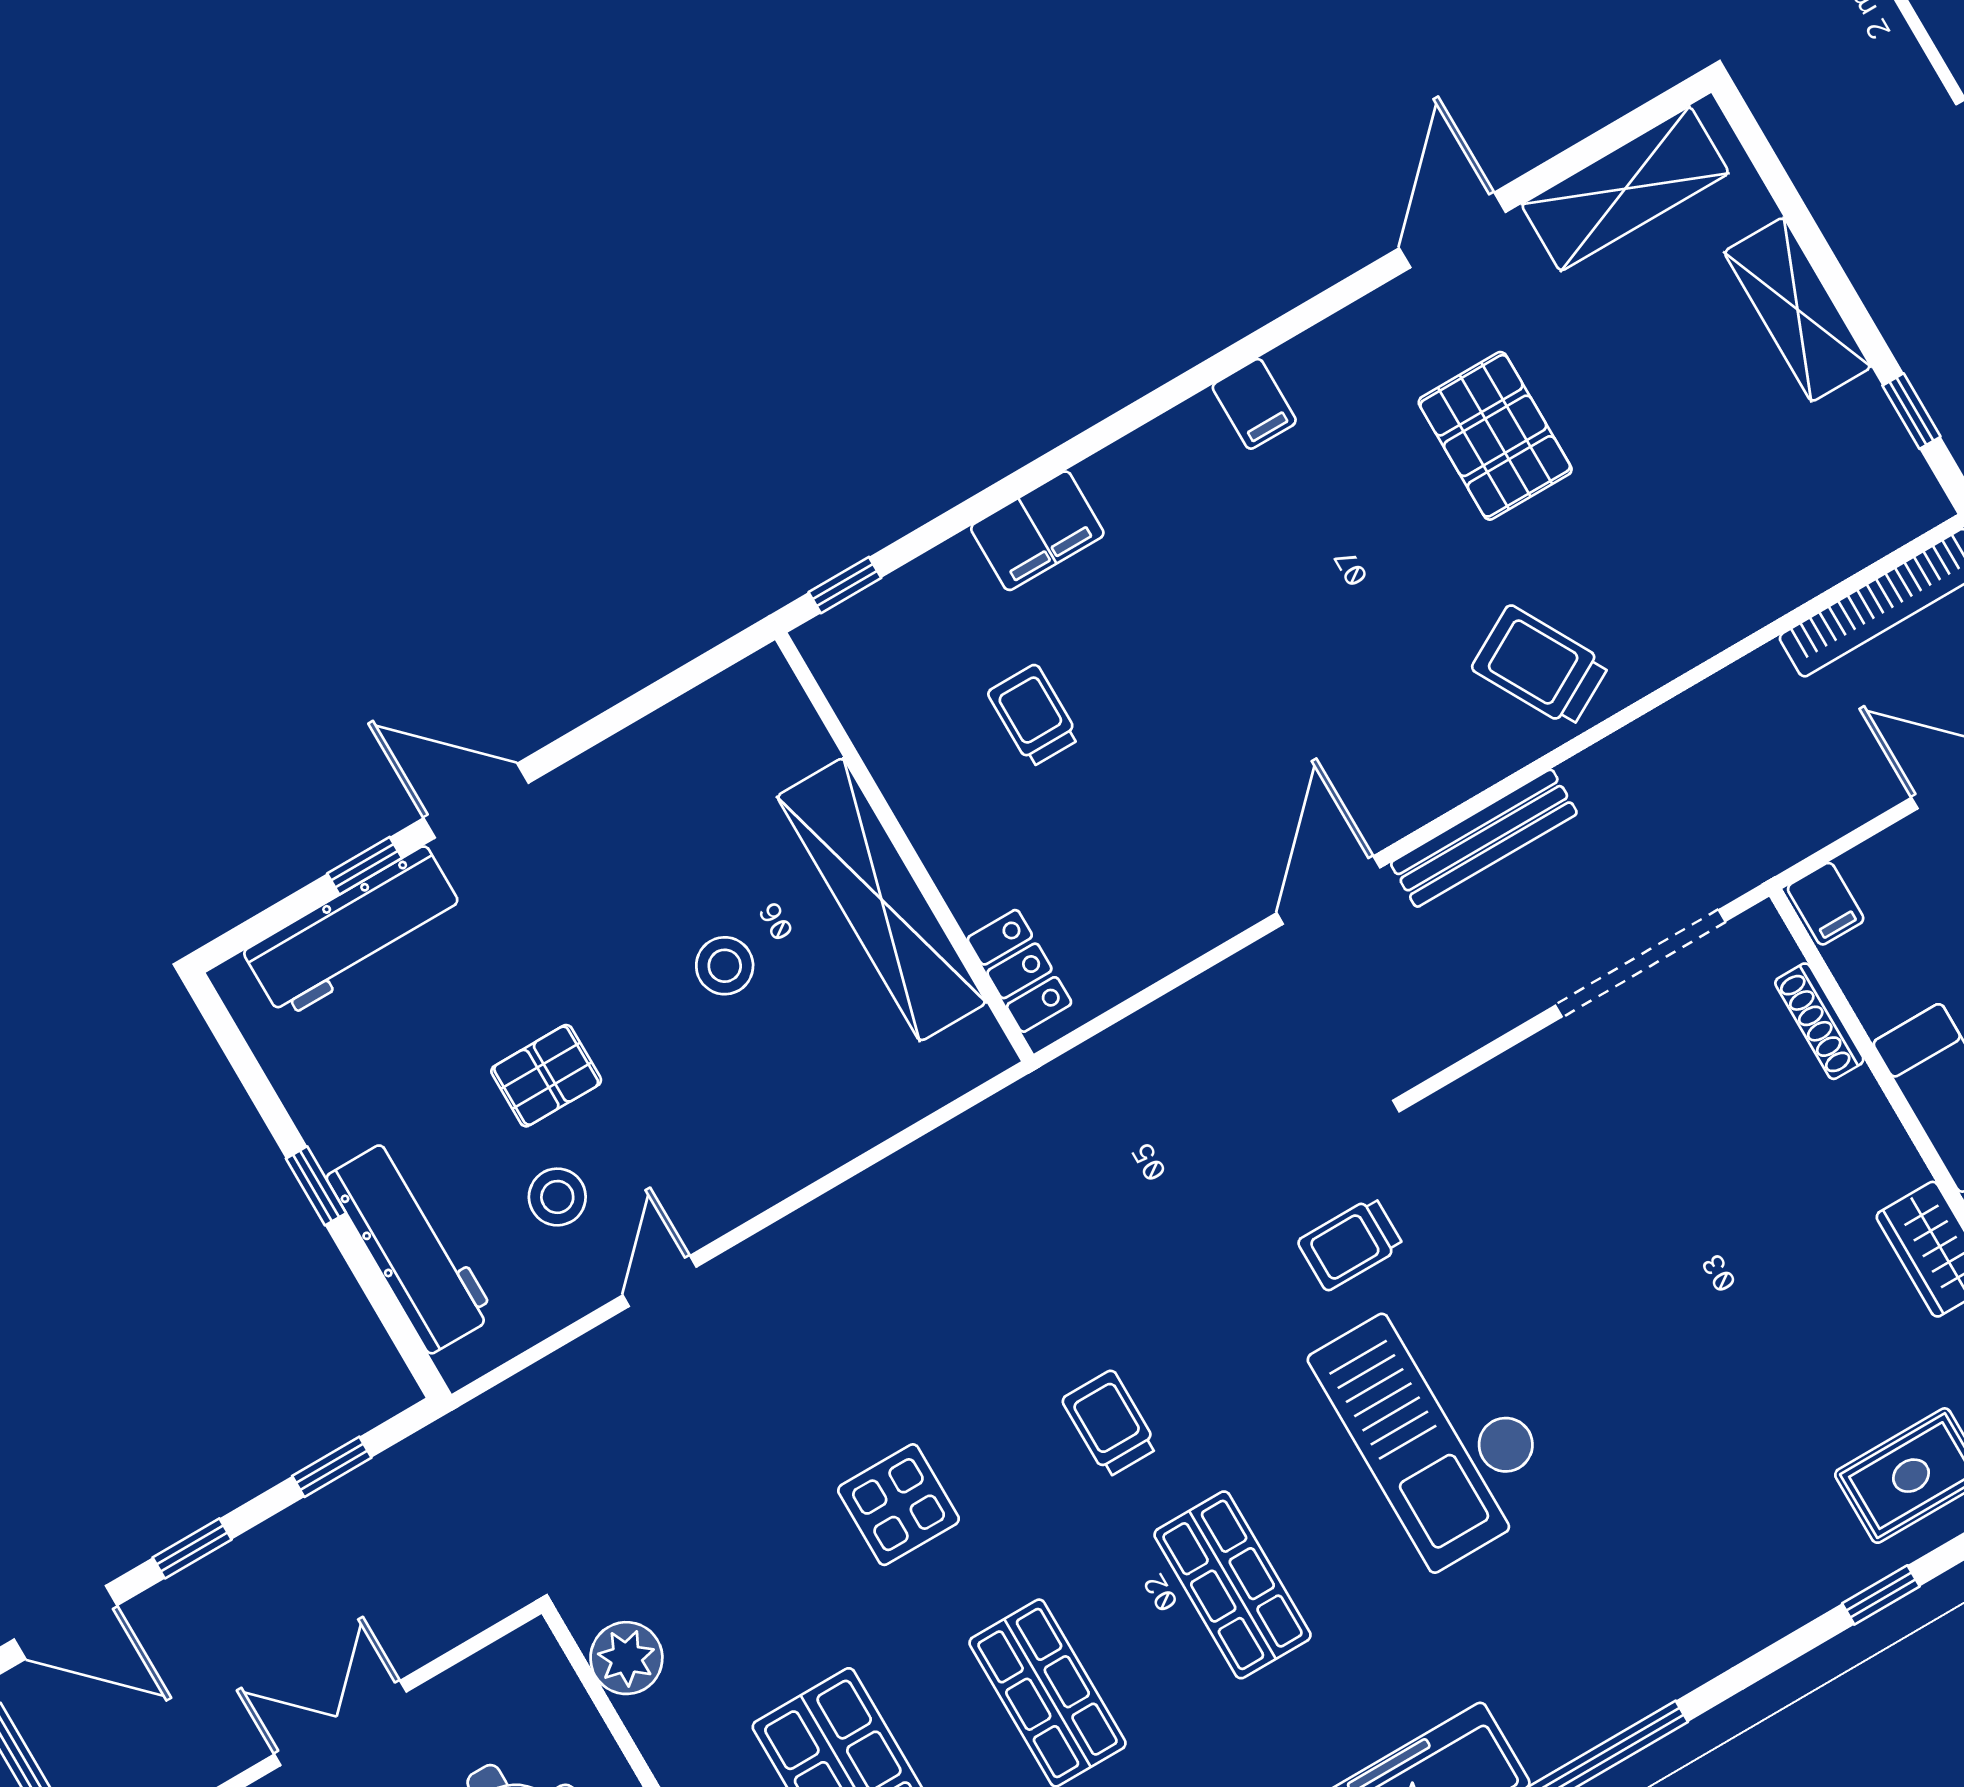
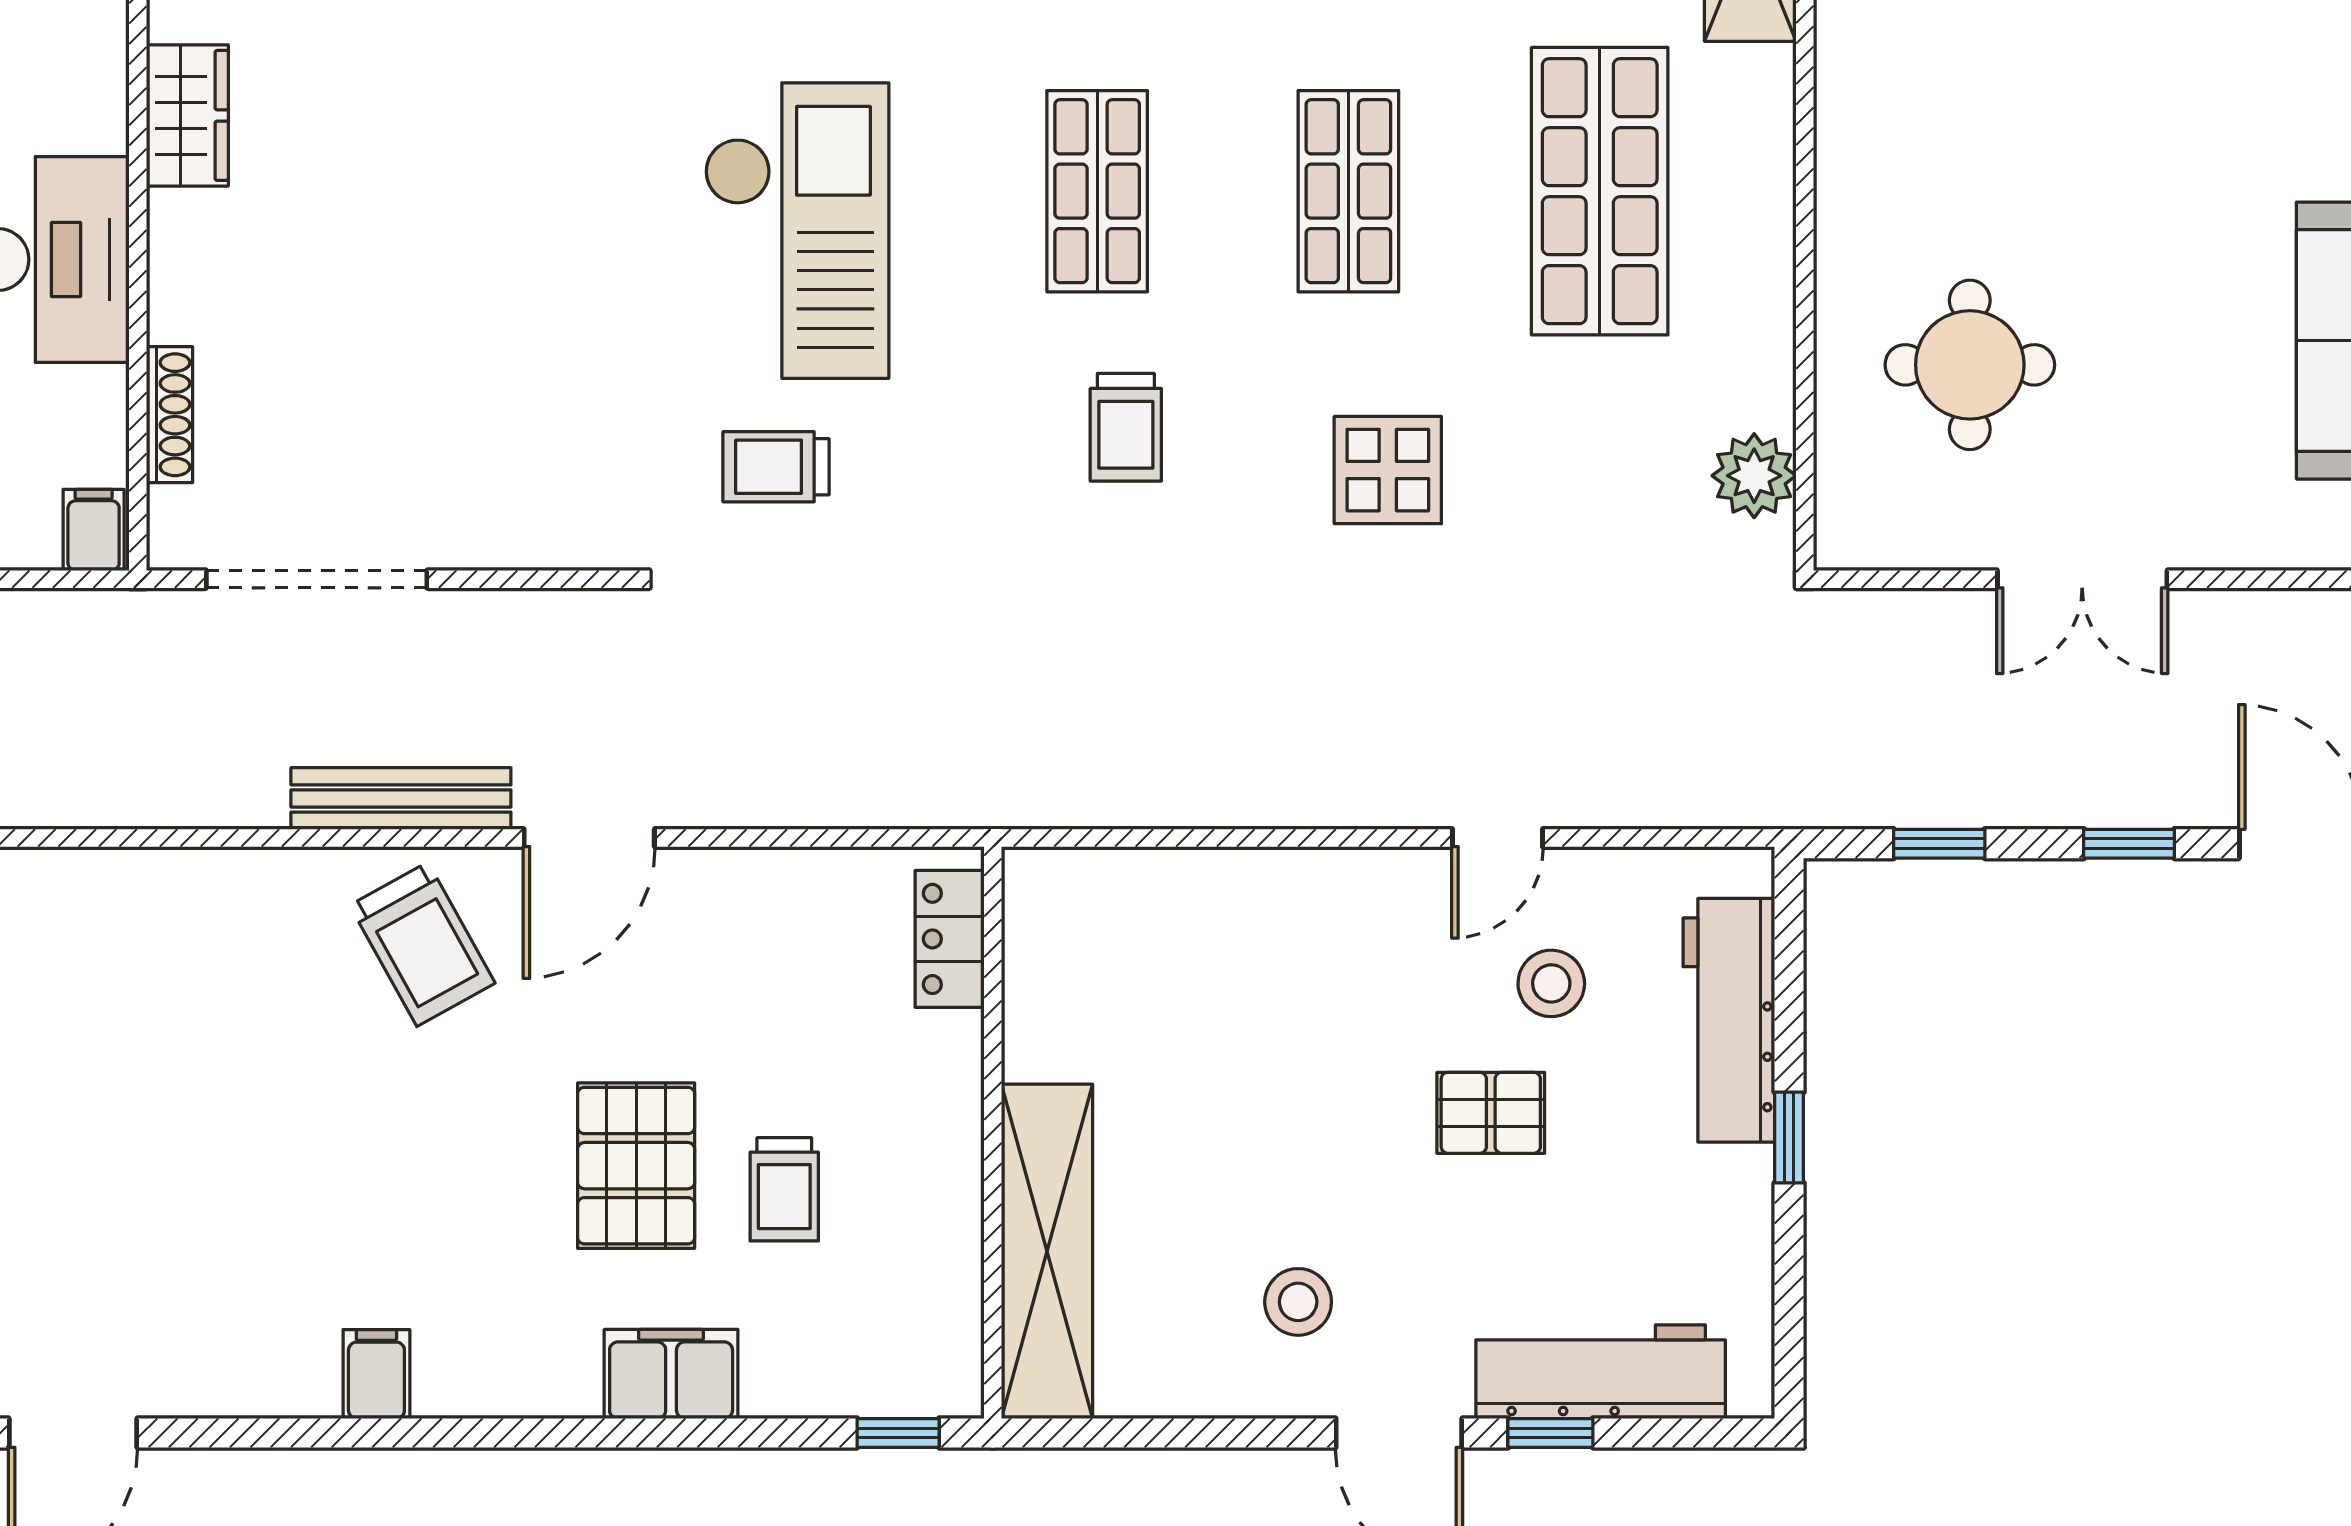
pallet: (1495, 436) -> (636, 1166), moved
trolley: (1540, 666) -> (422, 944), moved
shelving: (882, 900) -> (1047, 1251), moved
stool: (725, 966) -> (1298, 1302), moved
trolley: (1350, 1244) -> (776, 467), turned 180

